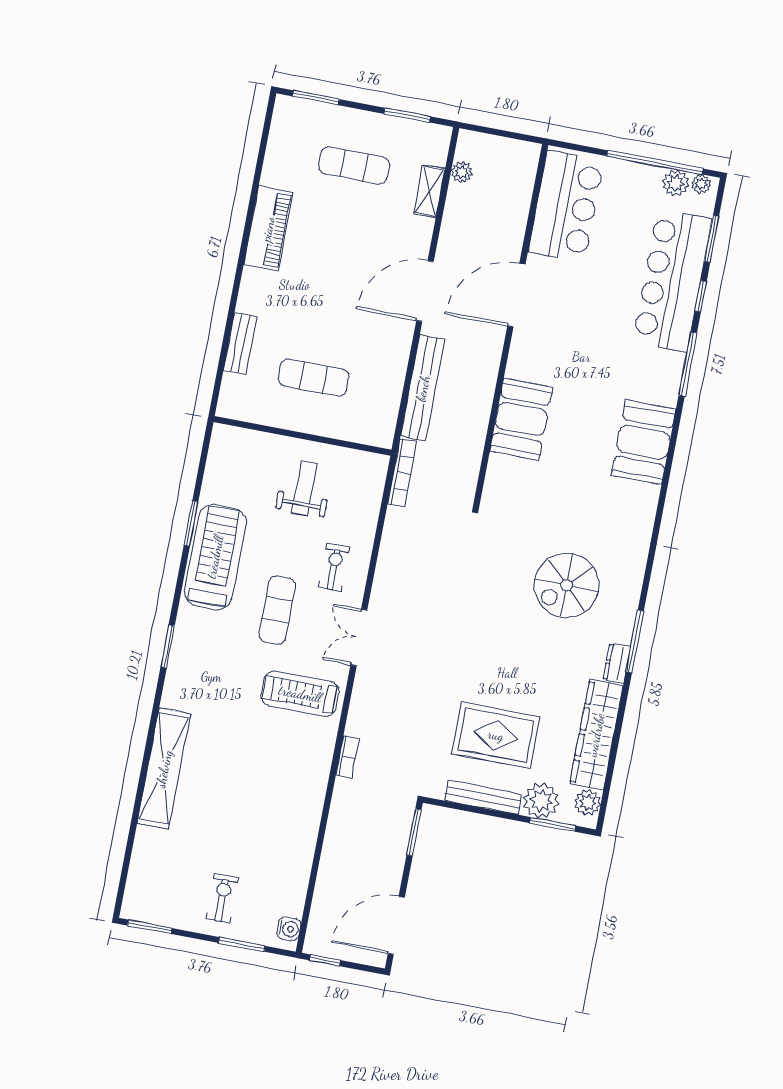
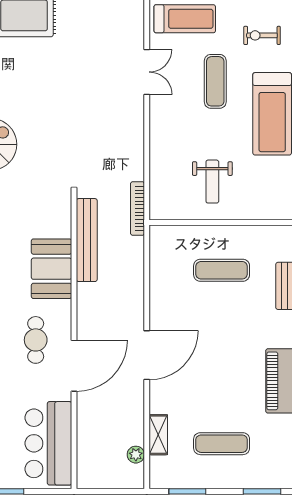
cafe table: (557, 336) -> (36, 340), added
bench: (423, 388) -> (87, 240), moved
exercise bike: (334, 567) -> (262, 35), moved, turned 90

